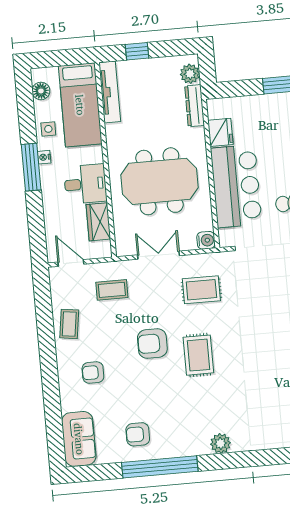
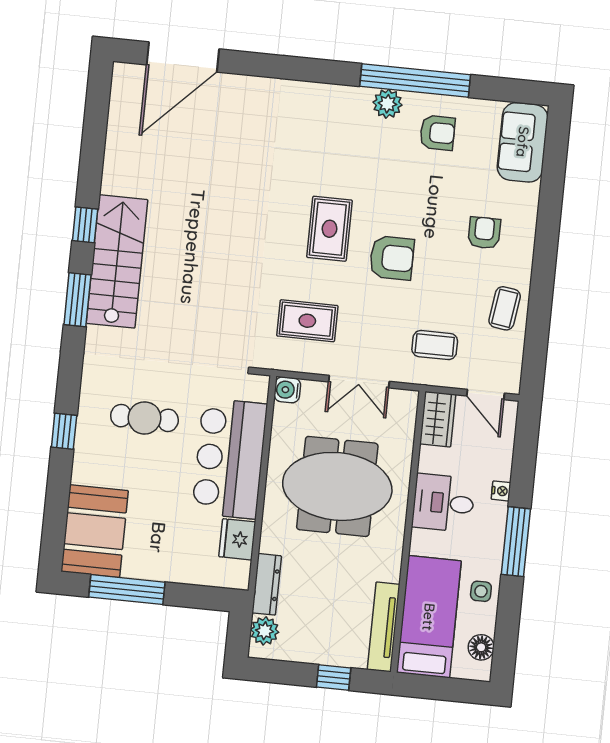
nightstand: (44, 157) -> (501, 491), moved
wardrobe: (98, 222) -> (438, 419), moved
armchair: (93, 372) -> (484, 233), turned -90
plant: (220, 443) -> (387, 104), moved

